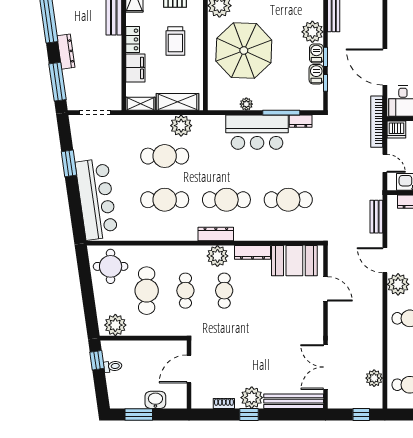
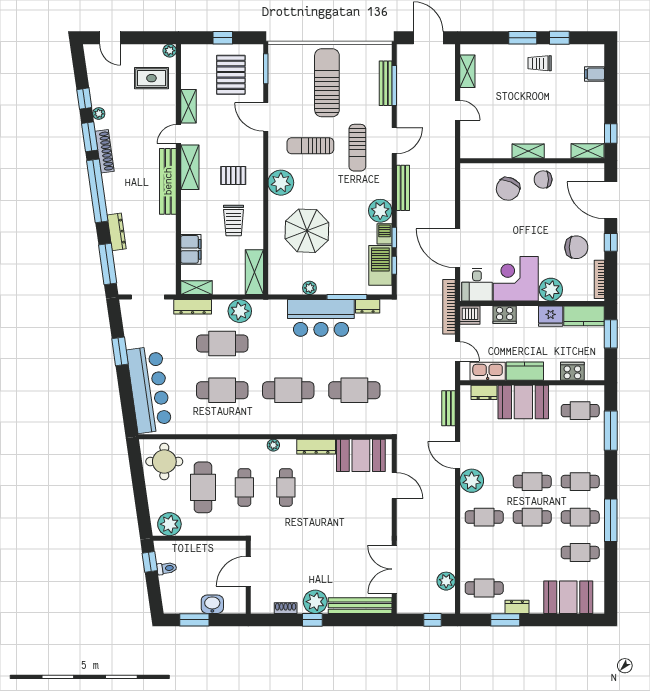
locker: (133, 39) -> (188, 219), removed
parasol: (244, 50) -> (307, 231), width x0.73, depth x0.73
barbecue: (316, 74) -> (380, 265), width x1.88, depth x1.53
shelving: (177, 102) -> (254, 272), moved, turned 90
dresser: (216, 234) -> (193, 307), moved, turned 180
plant: (217, 256) -> (273, 445), width x0.53, depth x0.53

